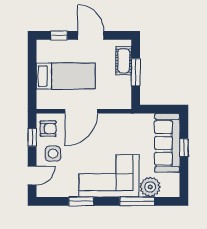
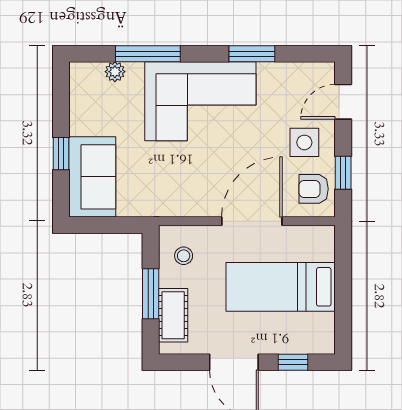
stool: (118, 93) -> (184, 256), added
sofa: (167, 143) -> (92, 177), width x0.73
plant: (150, 187) -> (115, 72), width x0.53, depth x0.53

